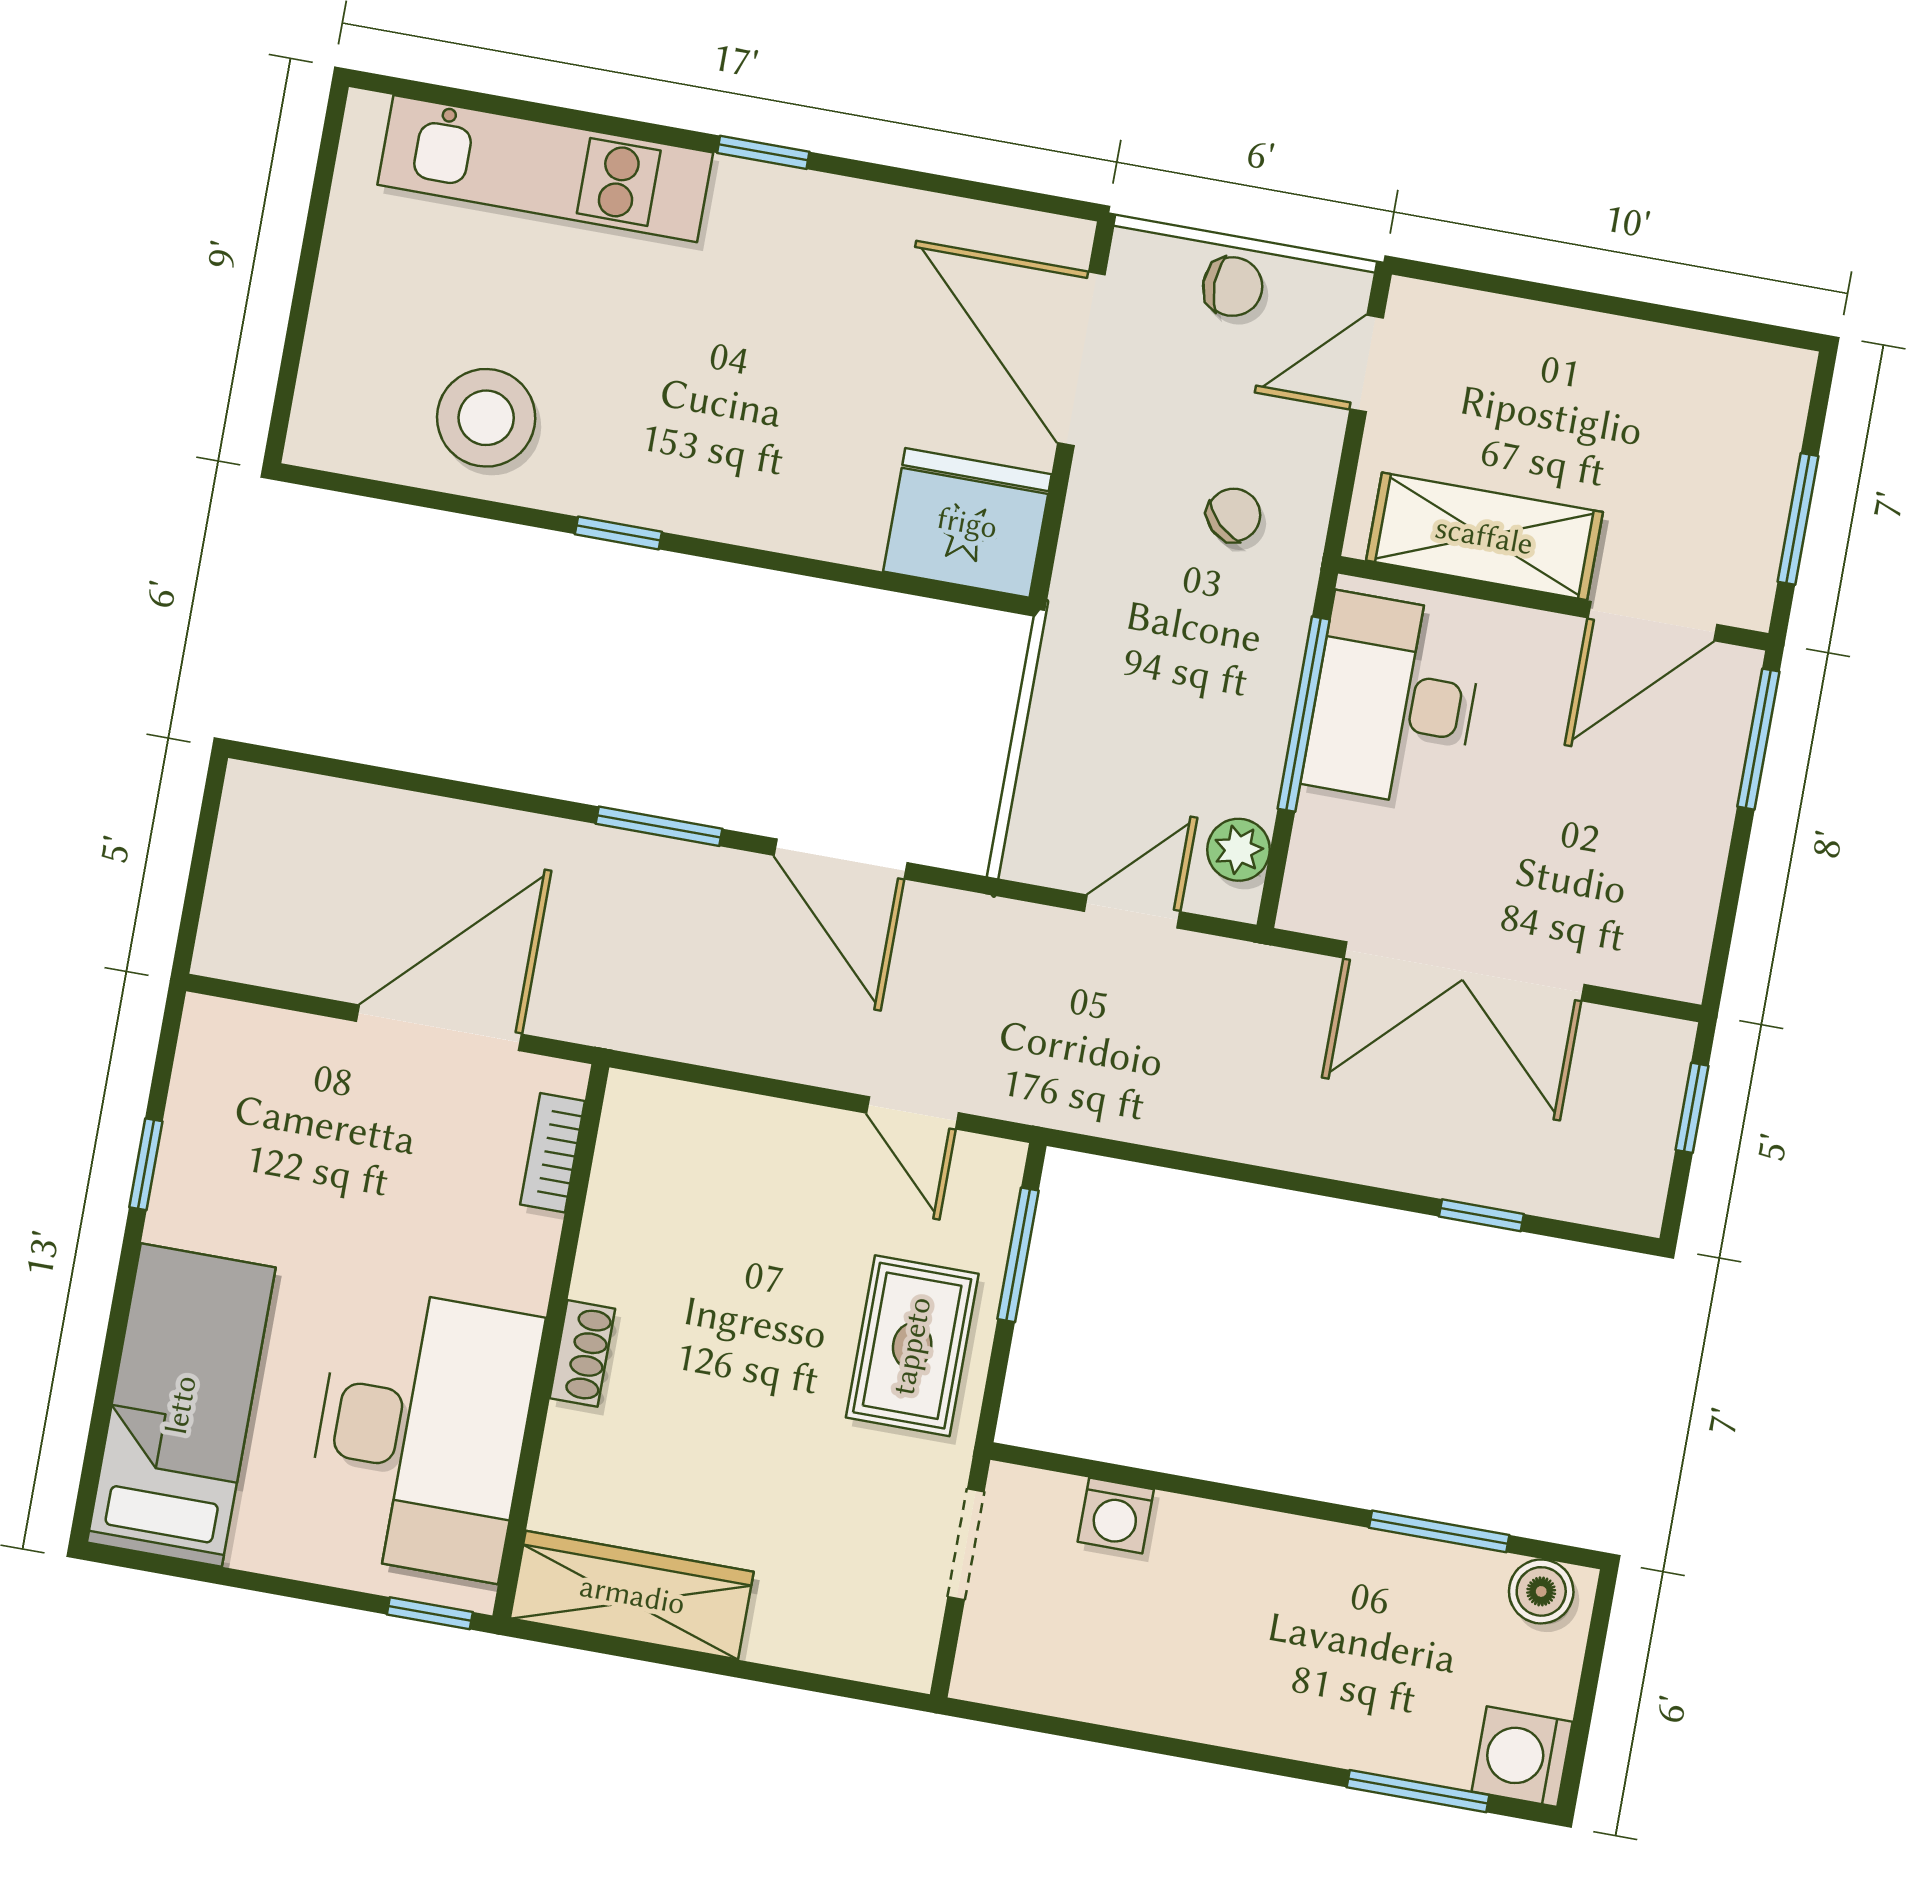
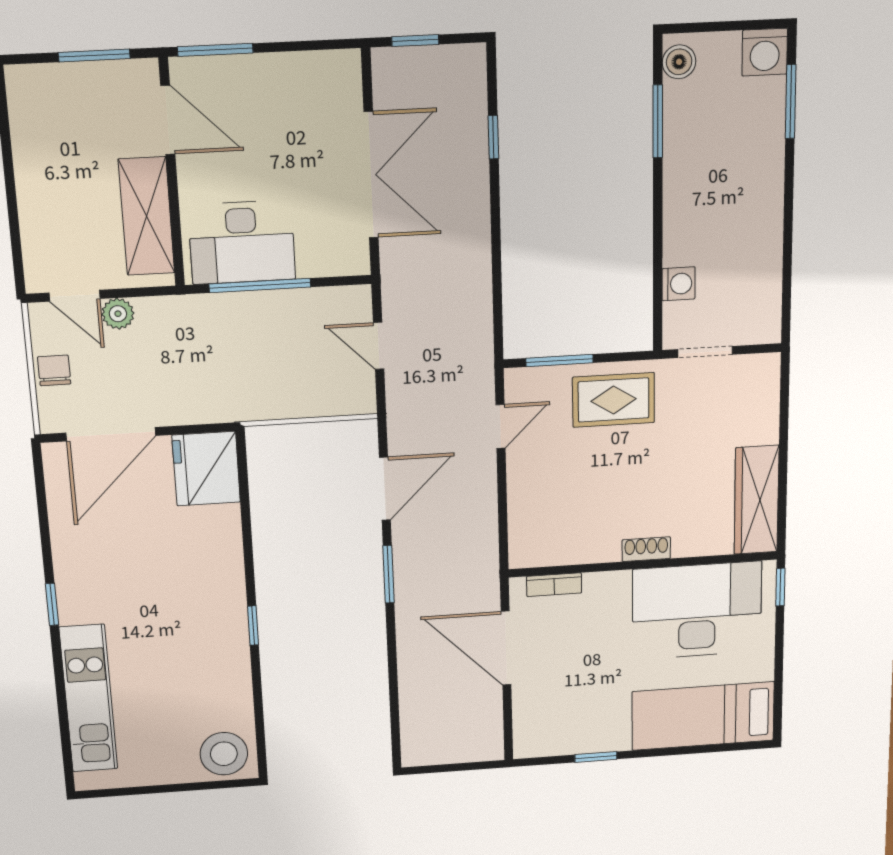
stool: (486, 418) -> (224, 754), moved
chair: (1234, 515) -> (169, 343), removed
plant: (1239, 850) -> (118, 314), moved

